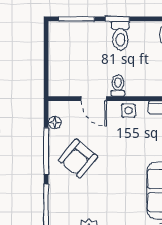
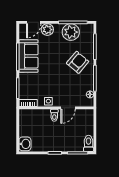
toilet: (120, 36) -> (89, 143), moved
door: (94, 99) -> (68, 108), swing flipped
armchair: (78, 159) -> (78, 62), moved

